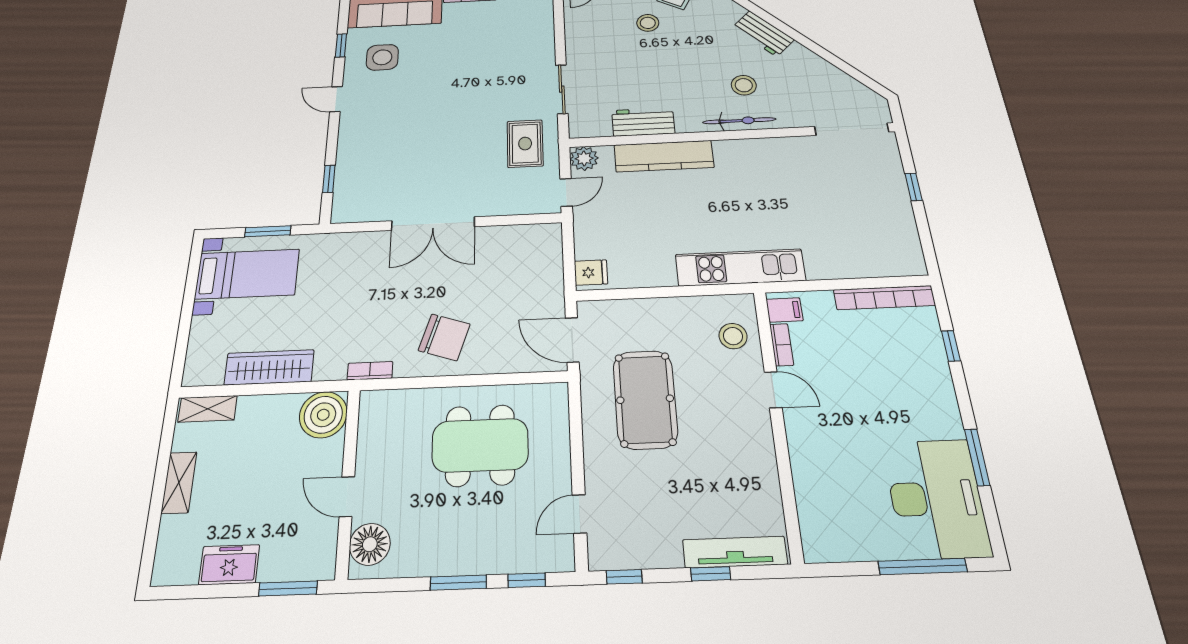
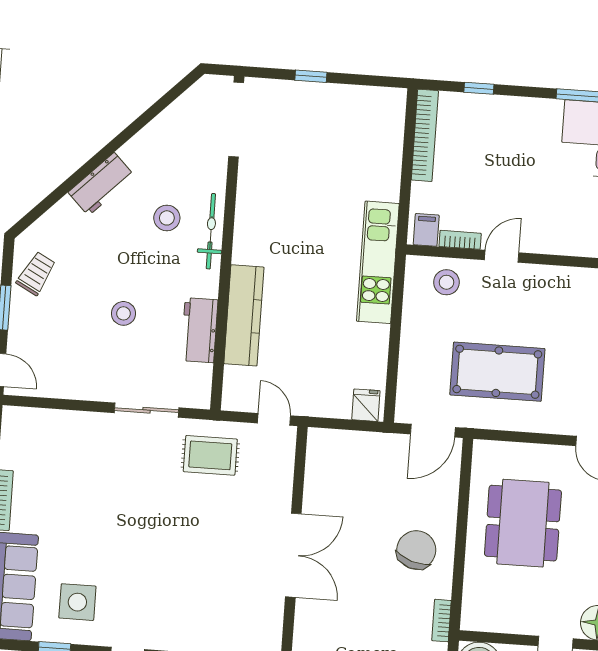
stool: (648, 23) -> (124, 313), moved
plant: (584, 158) -> (236, 397), removed

